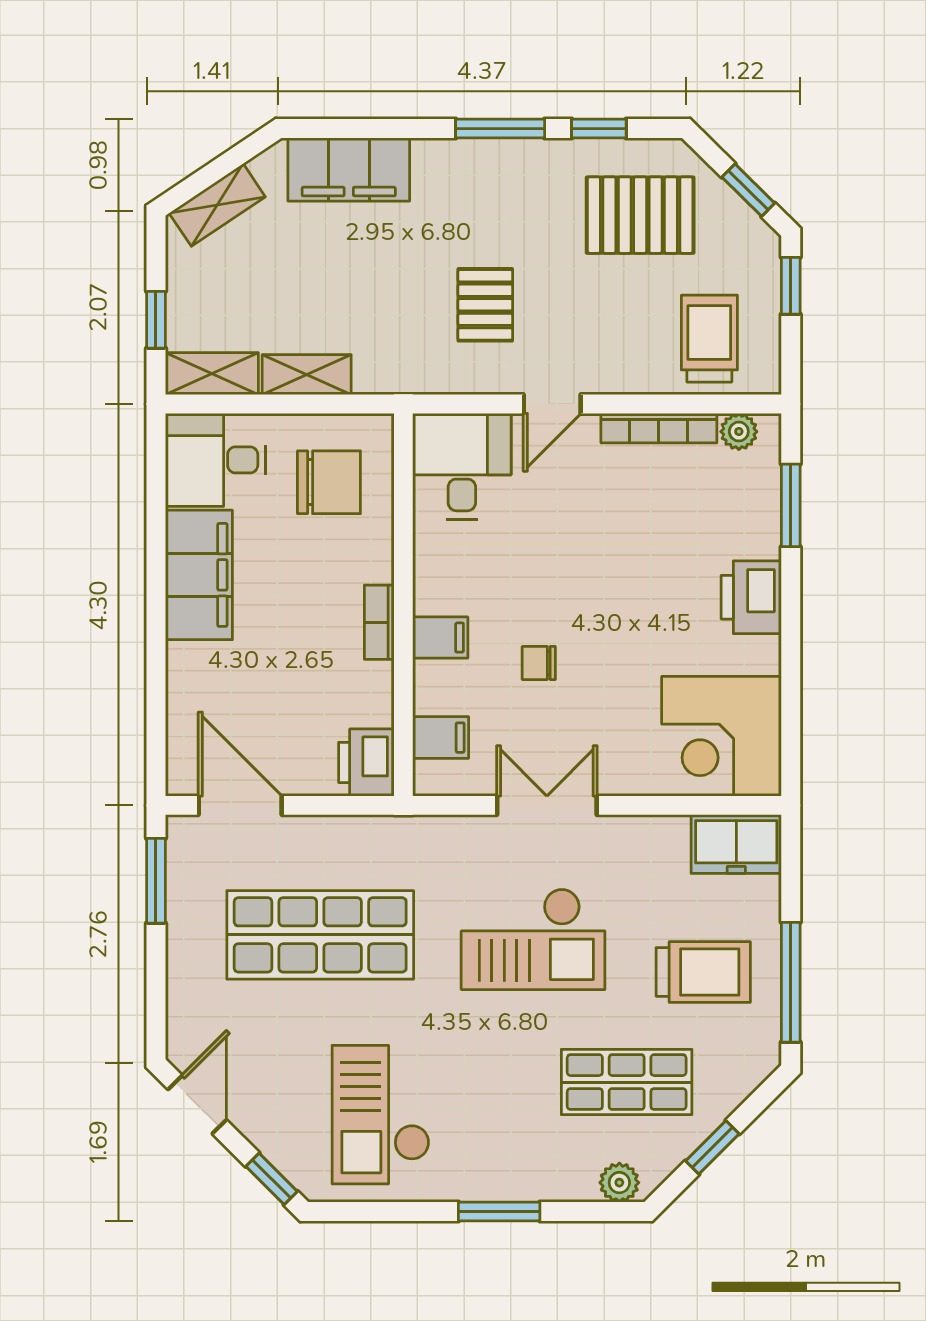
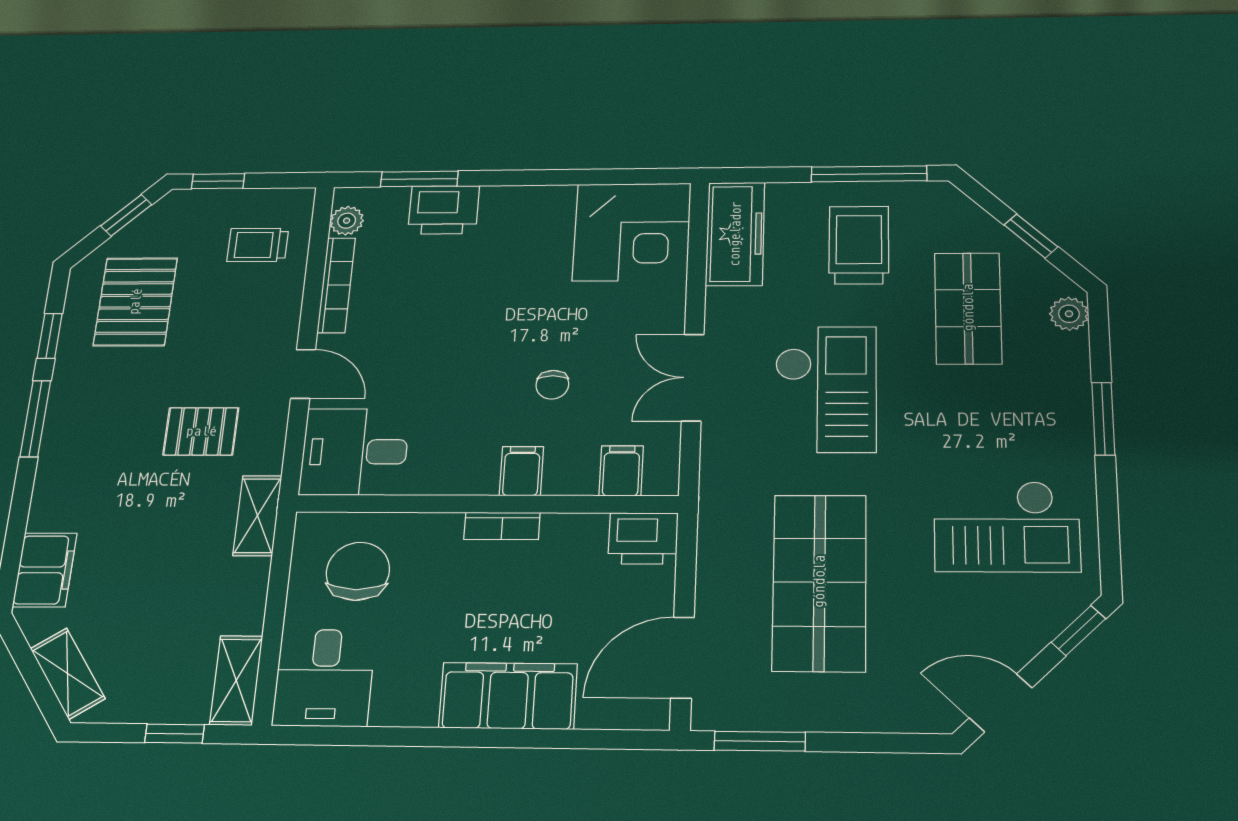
filing cabinet: (349, 169) -> (45, 570), width x0.67, depth x0.86
trolley: (709, 339) -> (258, 245), width x0.73, depth x0.72
shelving: (307, 375) -> (258, 516), moved
filing cabinet: (199, 575) -> (508, 696), moved
printer: (751, 597) -> (444, 210), moved
freezer: (736, 844) -> (735, 234), width x1.40

